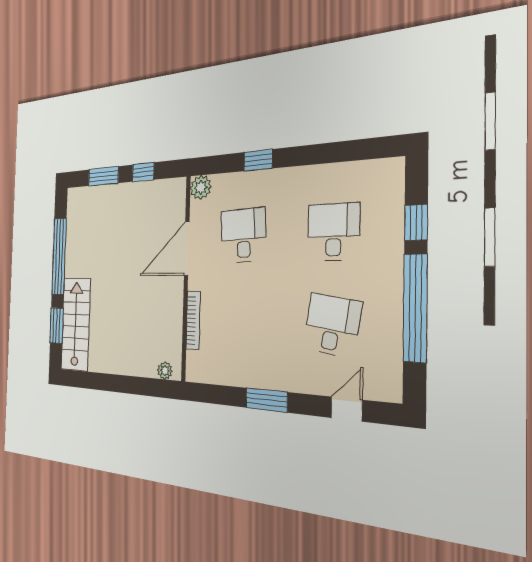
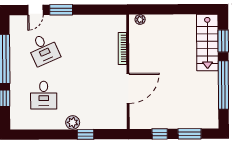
plant: (201, 187) -> (73, 122), moved
desk: (243, 235) -> (93, 95), removed
desk: (332, 325) -> (43, 49), turned -33
window: (267, 400) -> (61, 10), moved

